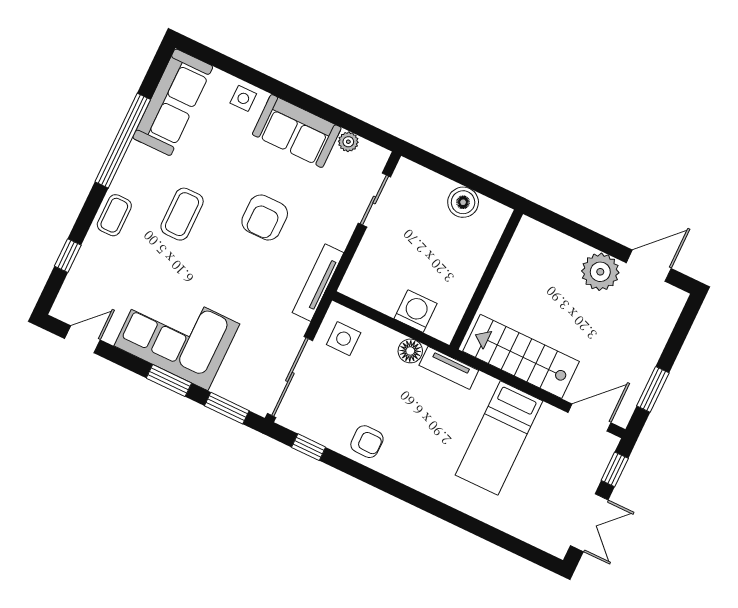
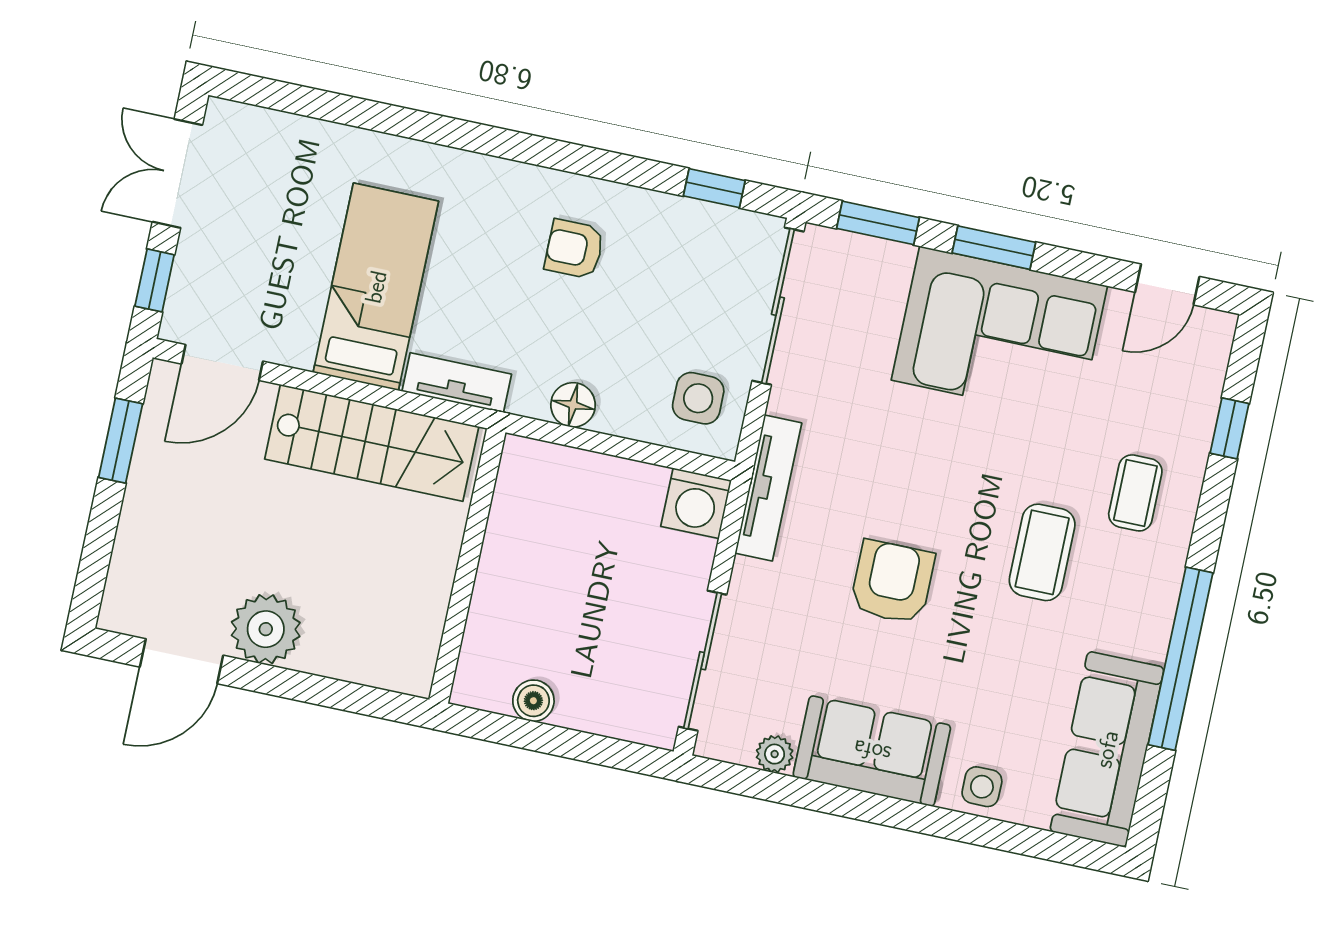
sliding door: (374, 200) -> (703, 661), width x1.37
boiler: (463, 202) -> (533, 701), width x0.73, depth x0.73
coffee table: (114, 215) -> (1135, 493), moved
washing machine: (416, 311) -> (696, 503), moved
tv unit: (449, 368) -> (457, 383), moved
armchair: (367, 442) -> (574, 249), moved

